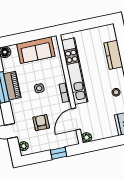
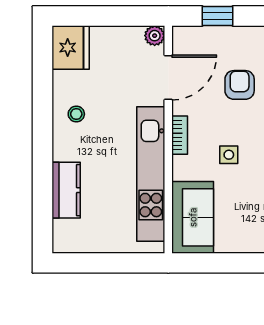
sofa: (36, 50) -> (193, 217), moved, turned 90
armchair: (41, 123) -> (240, 85), turned 180

